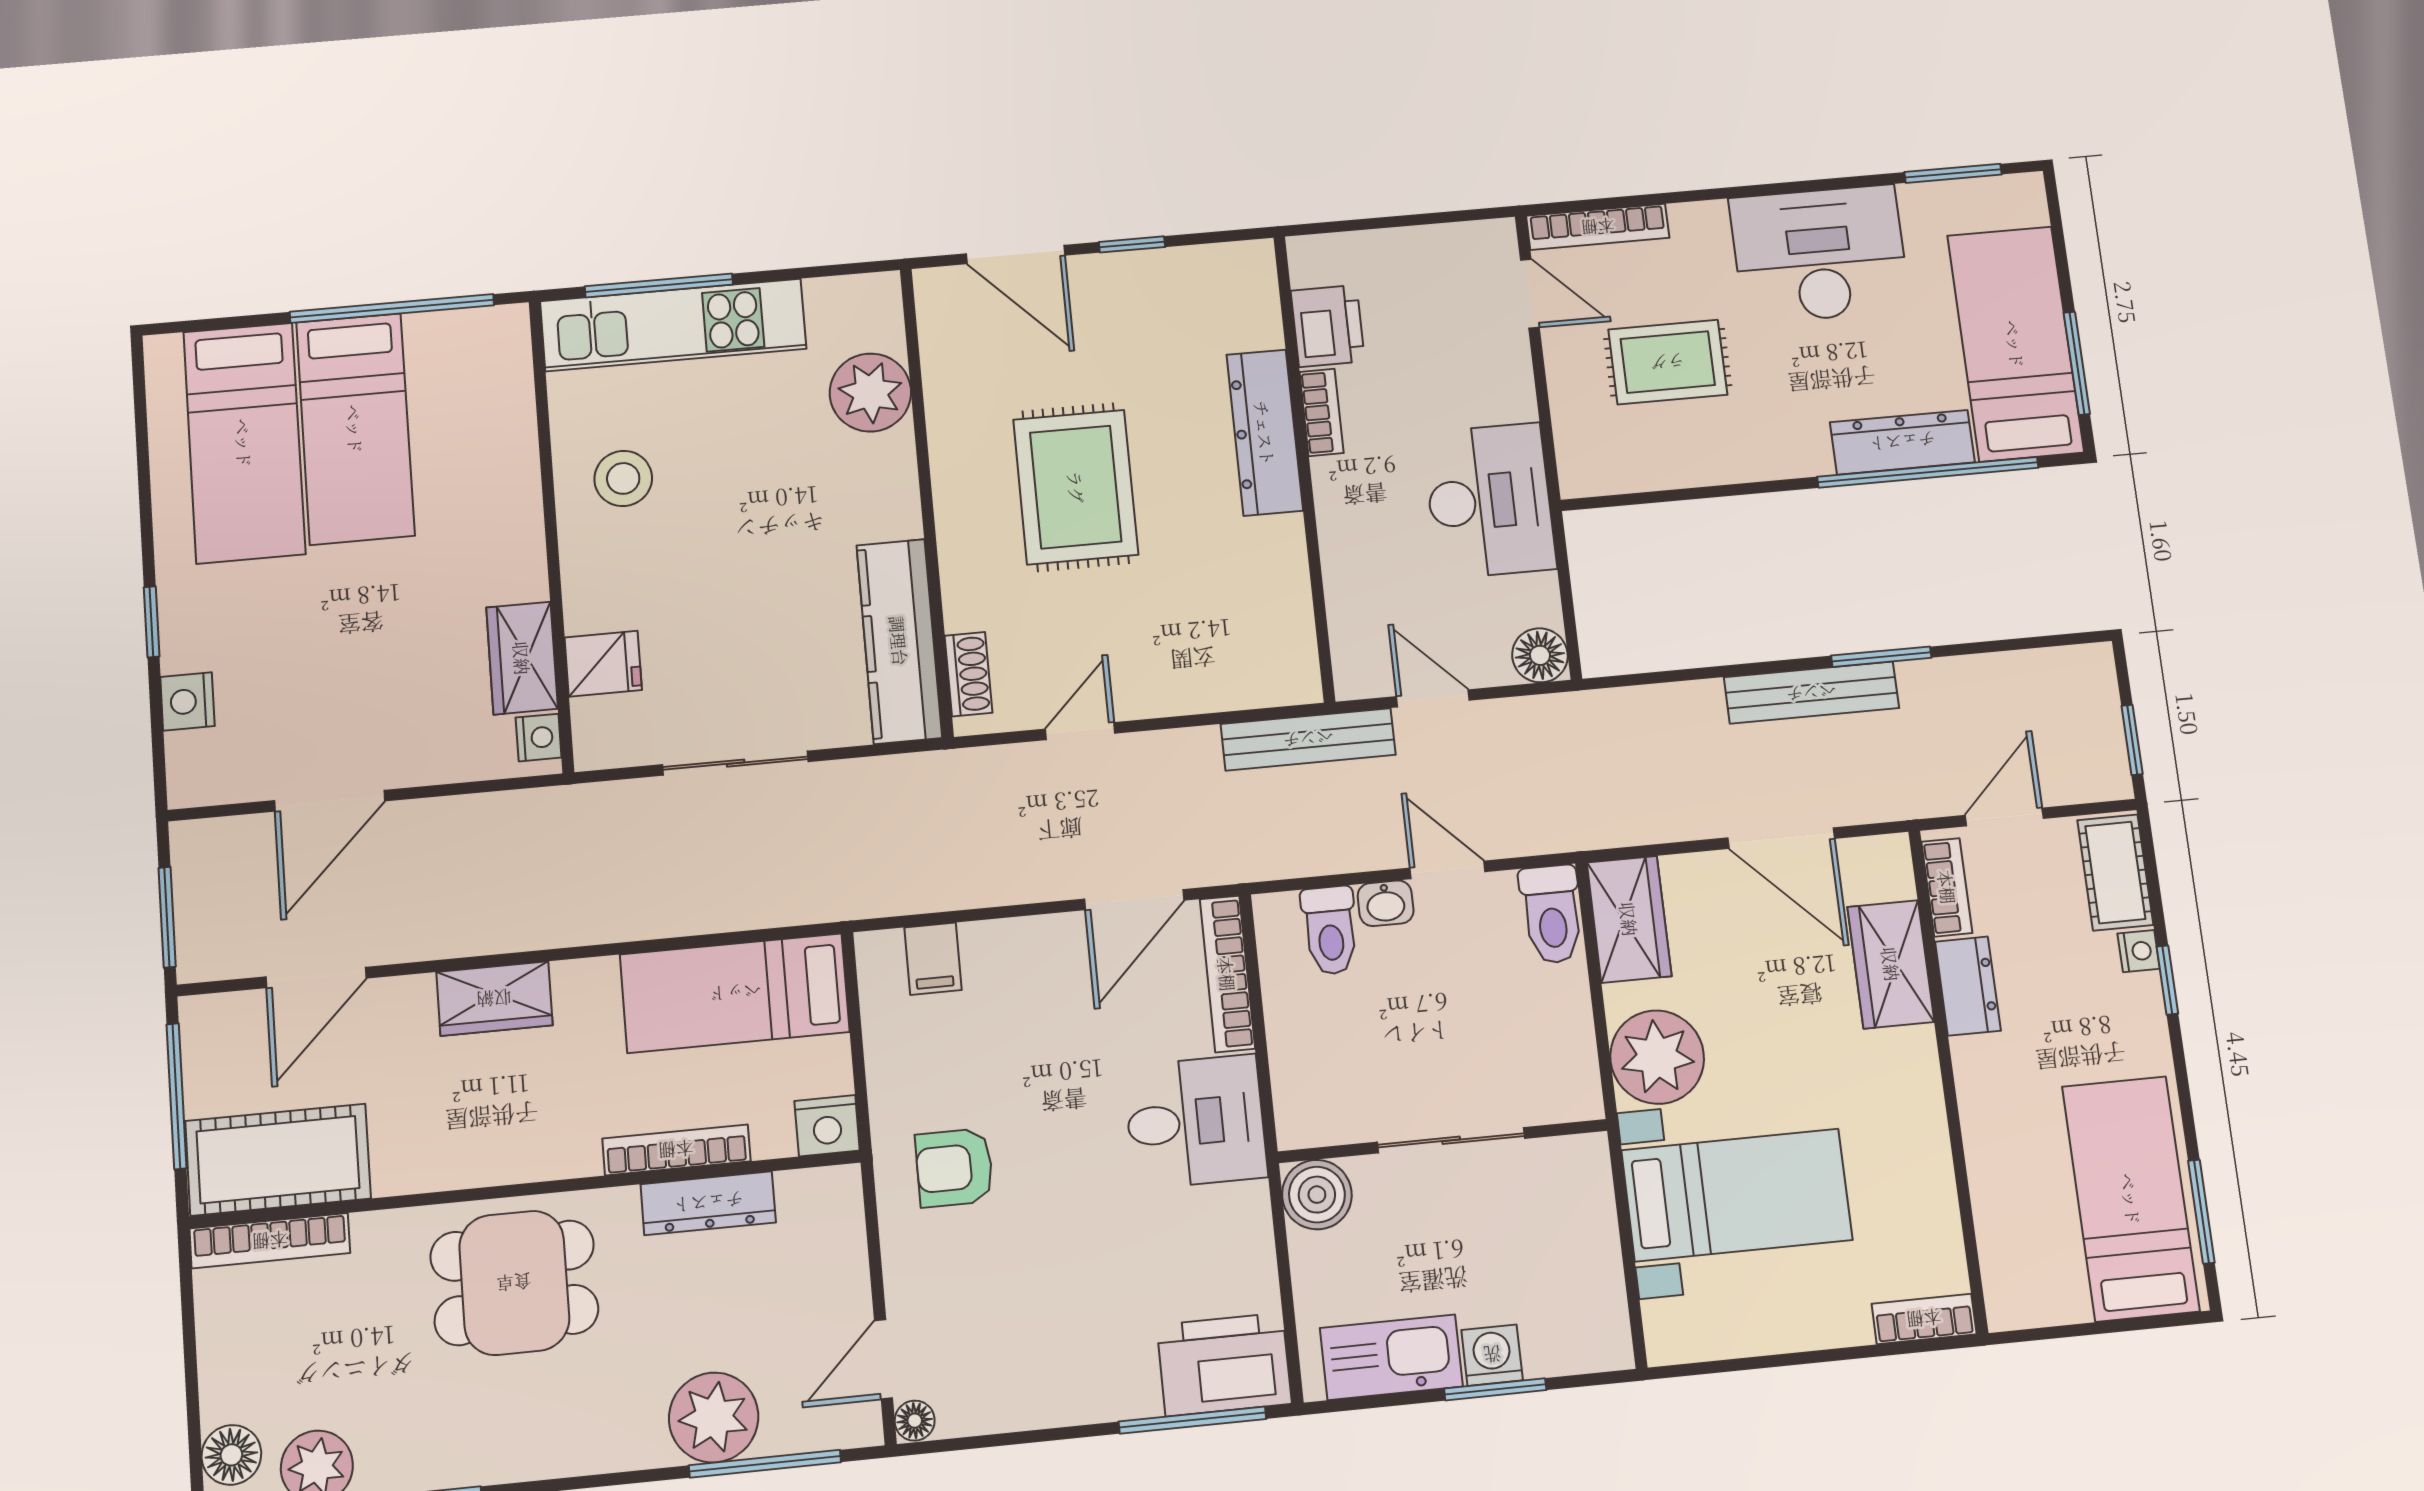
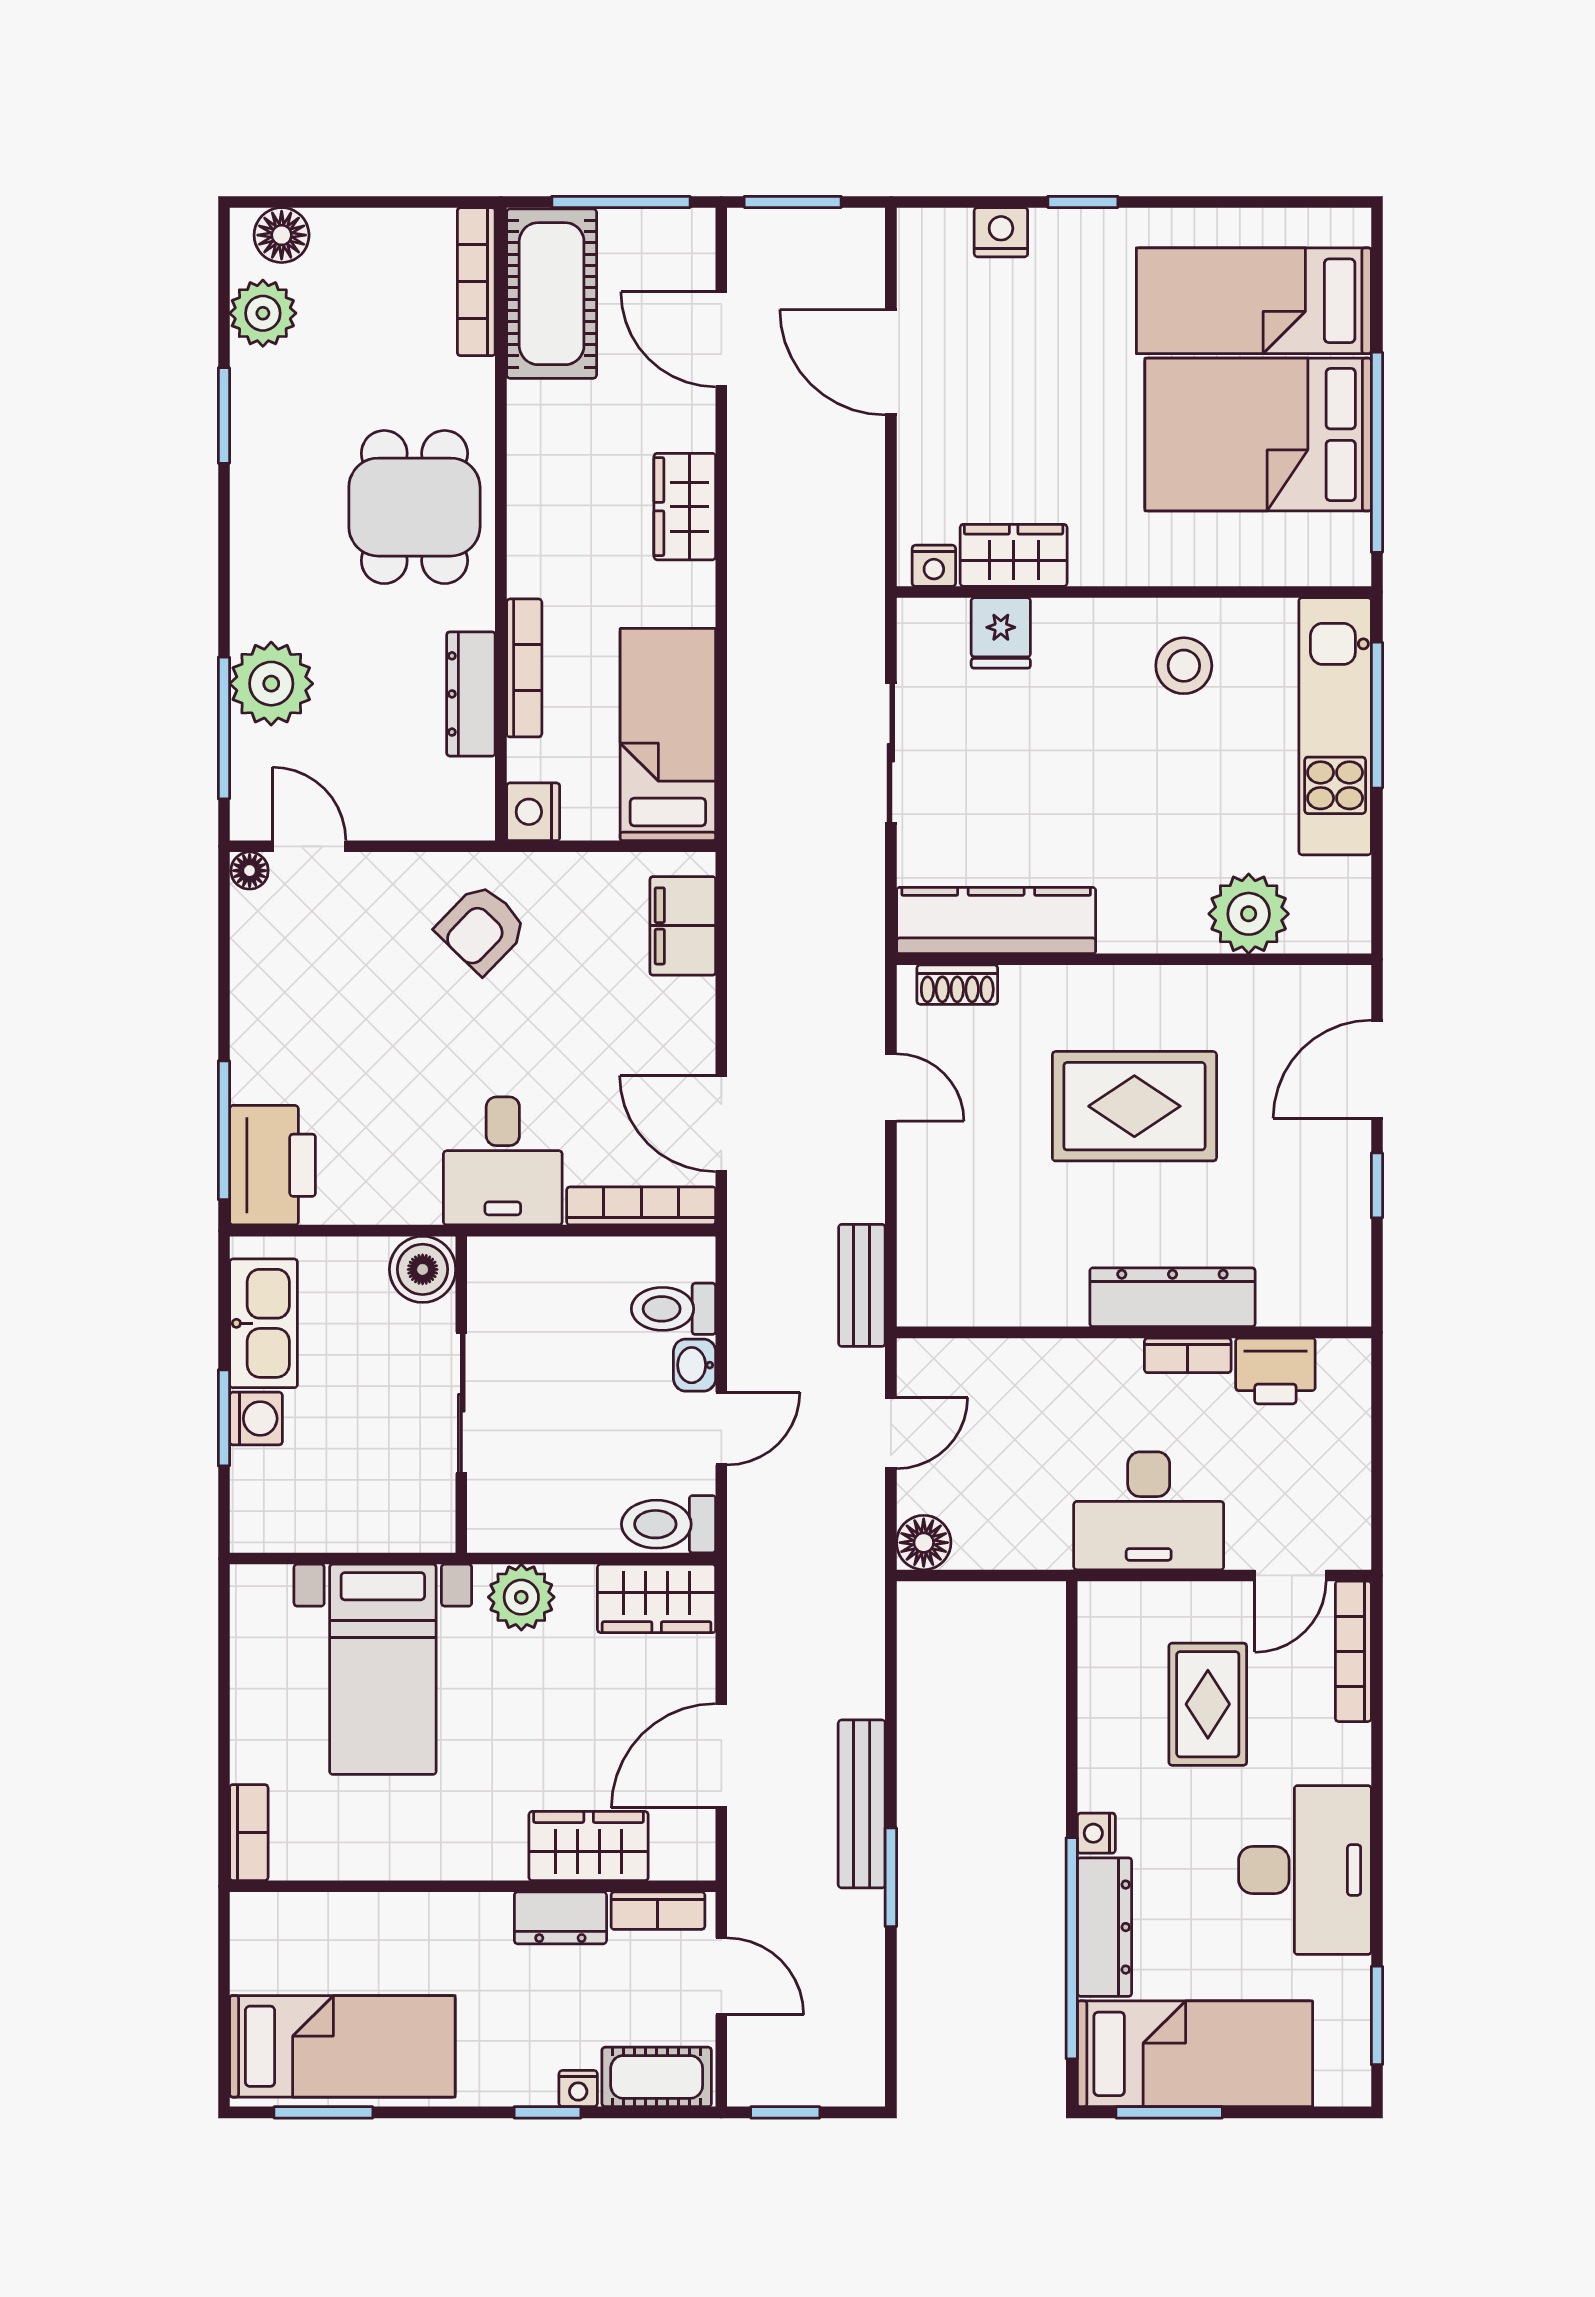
bed: (355, 429) -> (1258, 435), width x1.50
nightstand: (1810, 459) -> (1096, 1833), added
desk: (1489, 501) -> (1149, 1511), moved
bench: (1308, 739) -> (862, 1285), width x0.73
filing cabinet: (933, 959) -> (683, 926), width x2.00
plant: (1657, 1057) -> (521, 1597), width x0.73, depth x0.73
armchair: (954, 1168) -> (482, 929), turned -136

